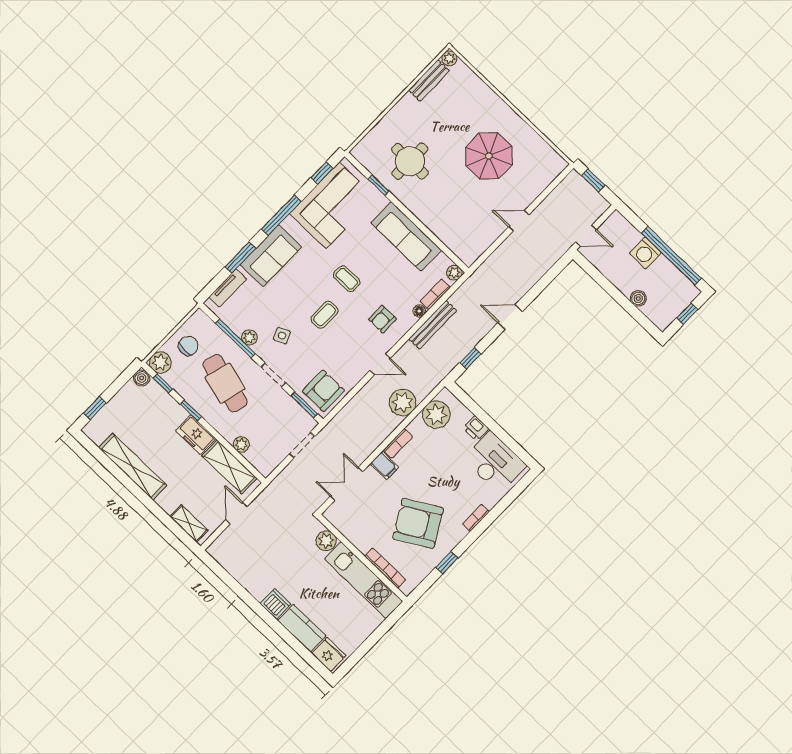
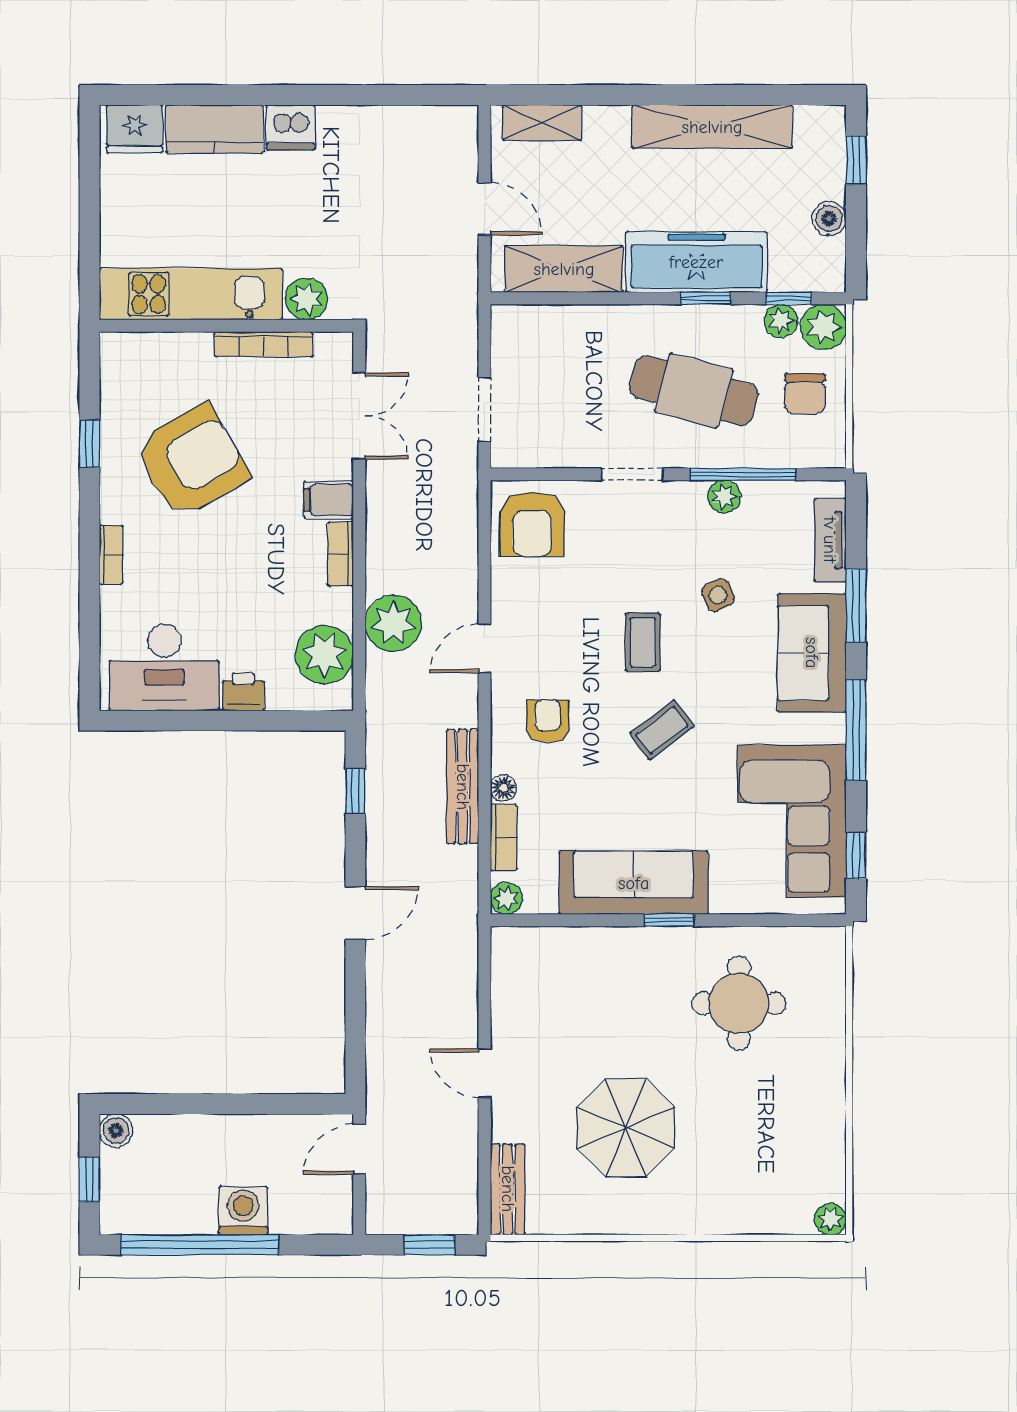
bench: (429, 81) -> (508, 1189), moved
window: (378, 185) -> (669, 920), moved
door: (519, 221) -> (484, 1073), swing flipped
coffee table: (347, 279) -> (662, 730), turned -37
boiler: (638, 298) -> (116, 1131), moved
side table: (282, 336) -> (718, 595), moved
boiler: (142, 378) -> (829, 218), moved
window: (304, 405) -> (541, 474), removed
freezer: (196, 435) -> (696, 262), width x1.91, depth x1.26
plant: (241, 444) -> (781, 321), moved
bookcase: (385, 568) -> (264, 344), moved

